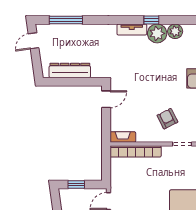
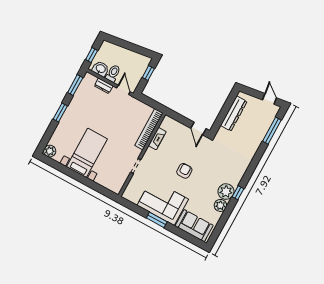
tv unit: (132, 30) -> (239, 175), removed
armchair: (167, 119) -> (184, 171), moved, turned -63
fireplace: (123, 137) -> (157, 139), moved

